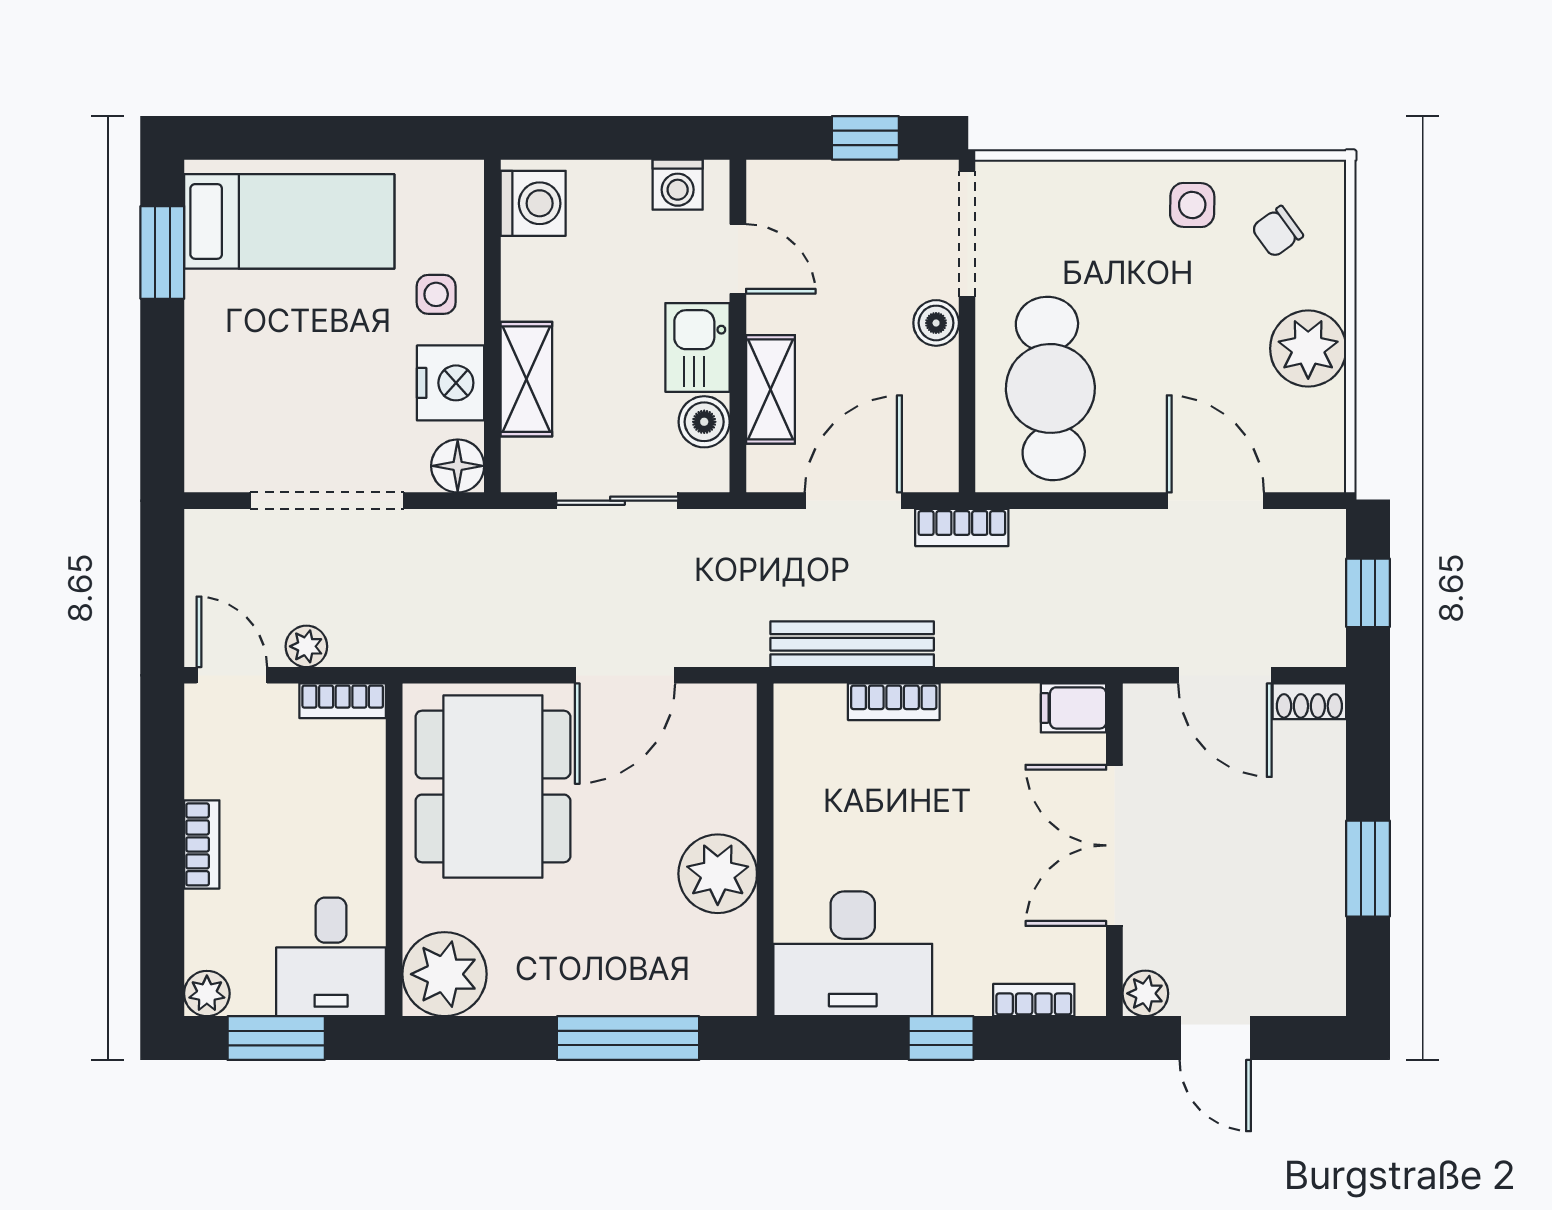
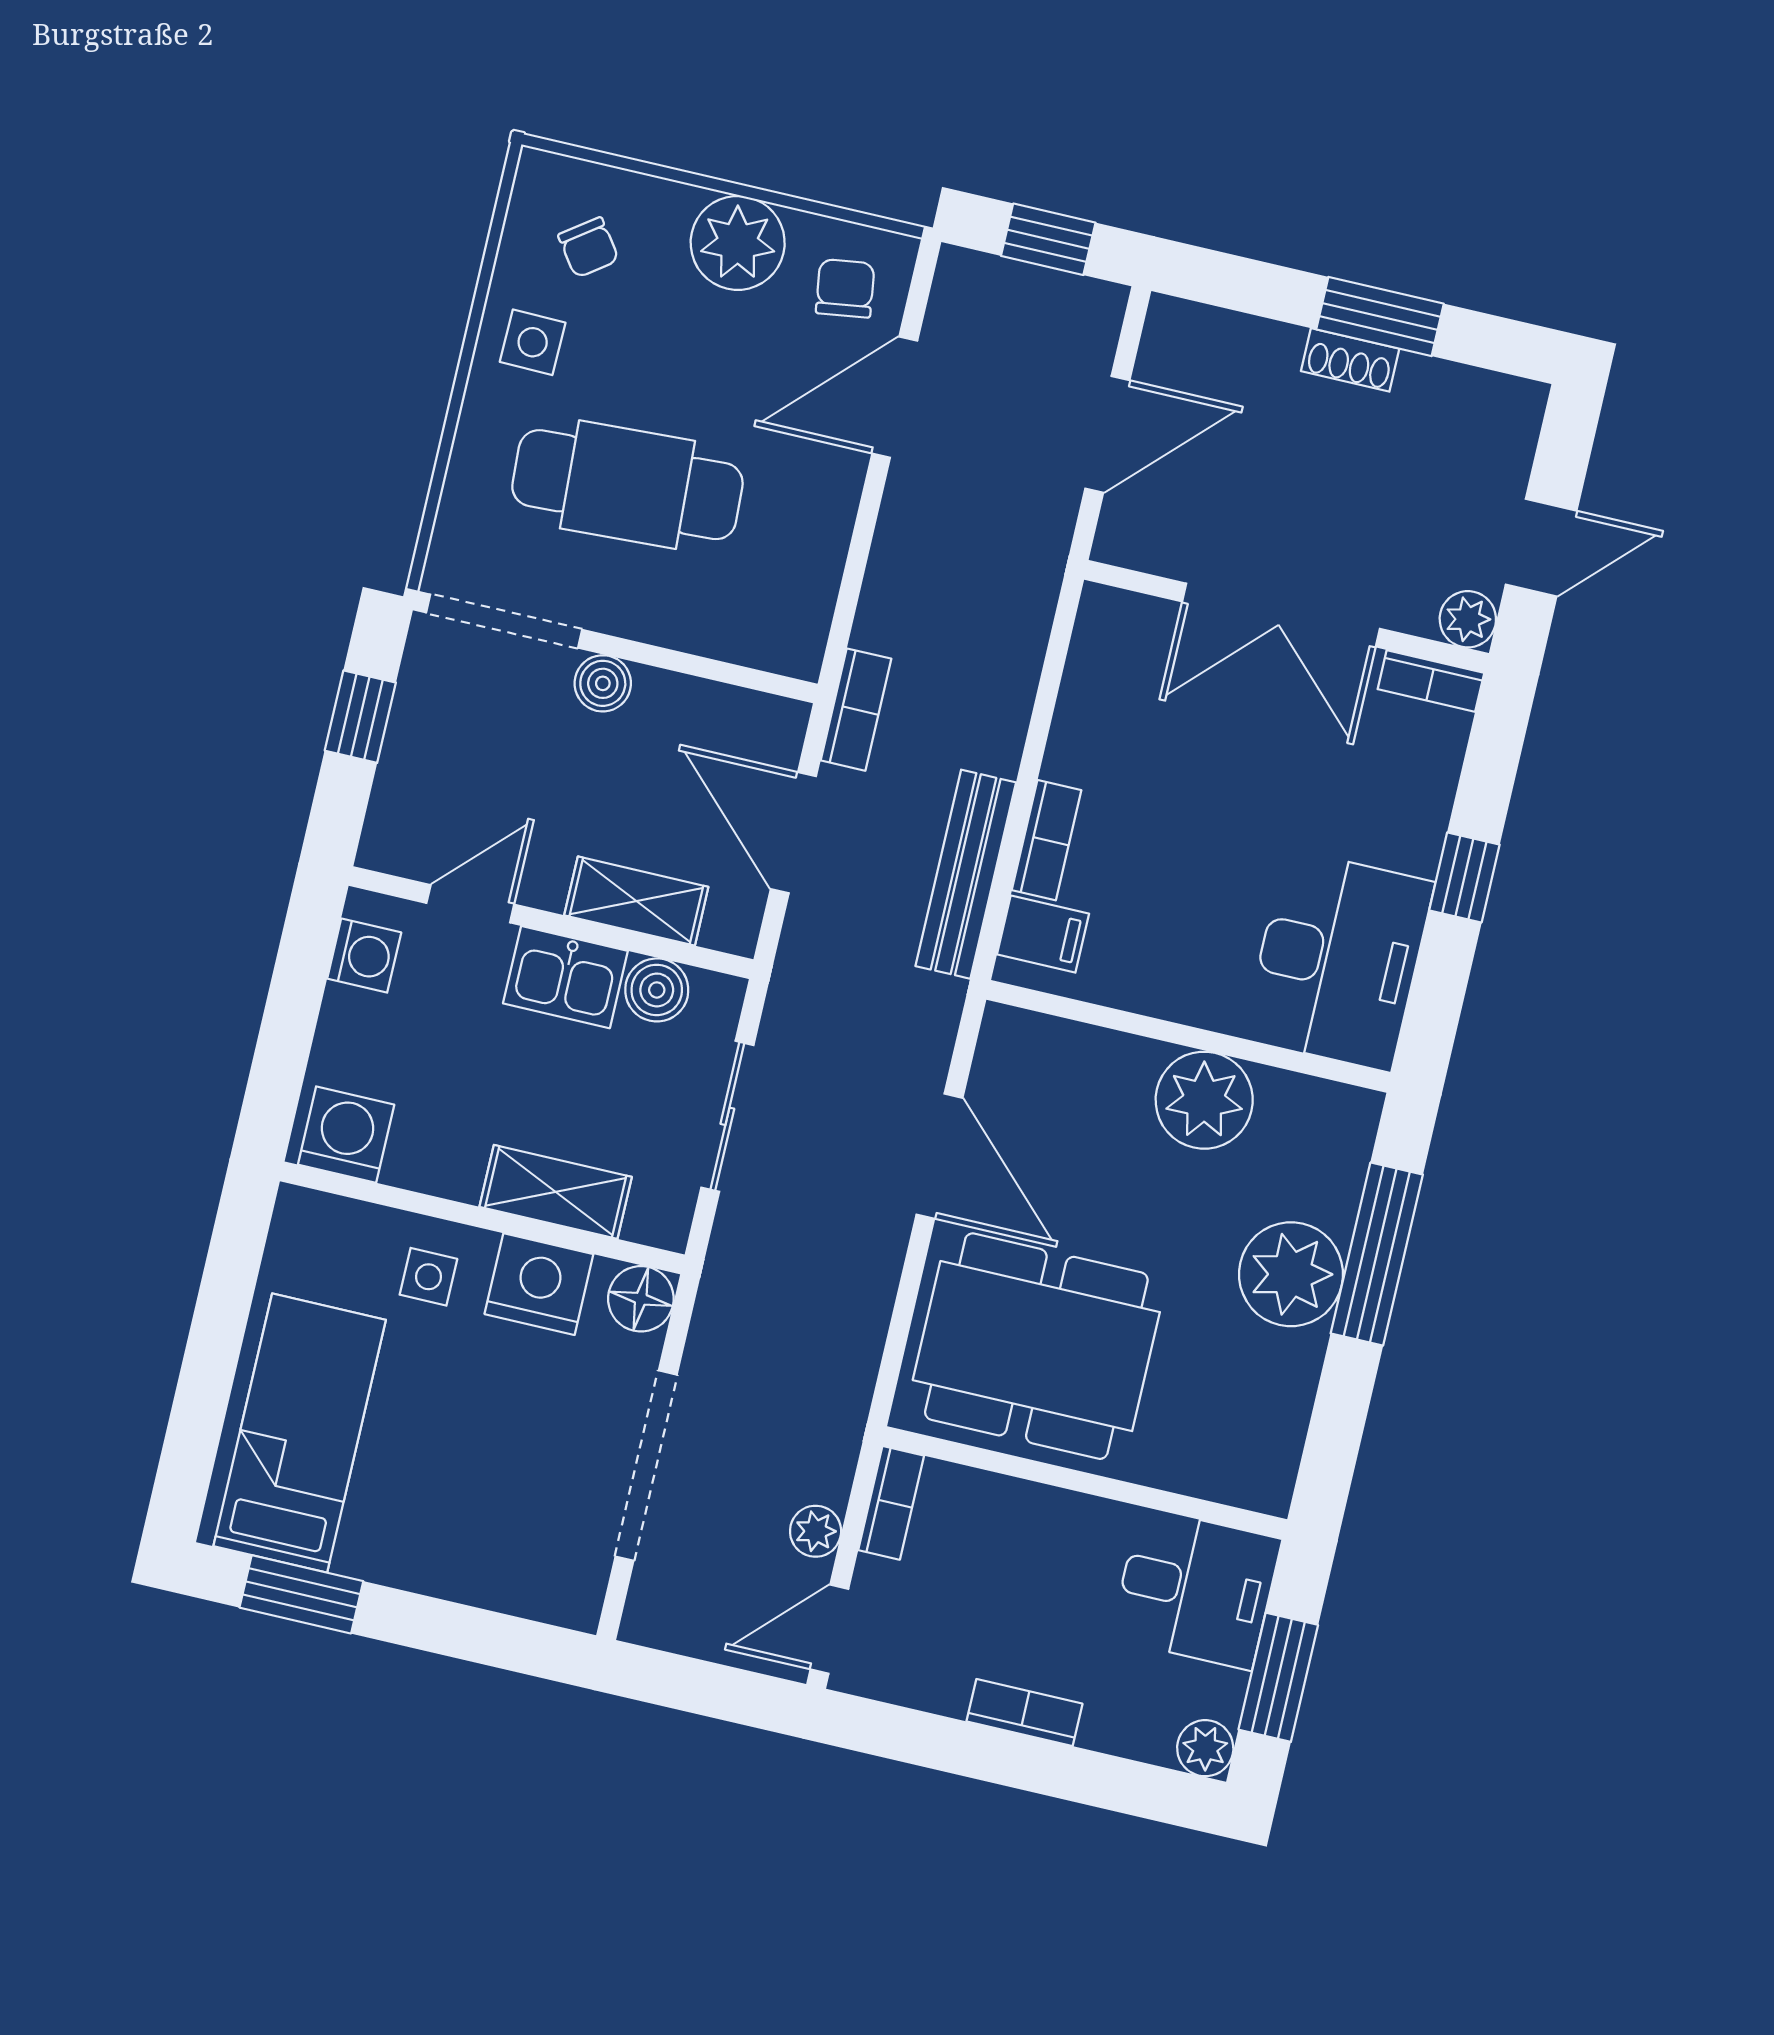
cafe table: (1050, 388) -> (627, 485), moved
chair: (1292, 442) -> (845, 288), added
shoe rack: (1309, 701) -> (1350, 360), moved, turned 90
filing cabinet: (1073, 708) -> (1043, 934), moved, turned -90
plant: (444, 974) -> (1291, 1274), moved
bookcase: (1034, 1000) -> (1431, 681), moved, turned -90

